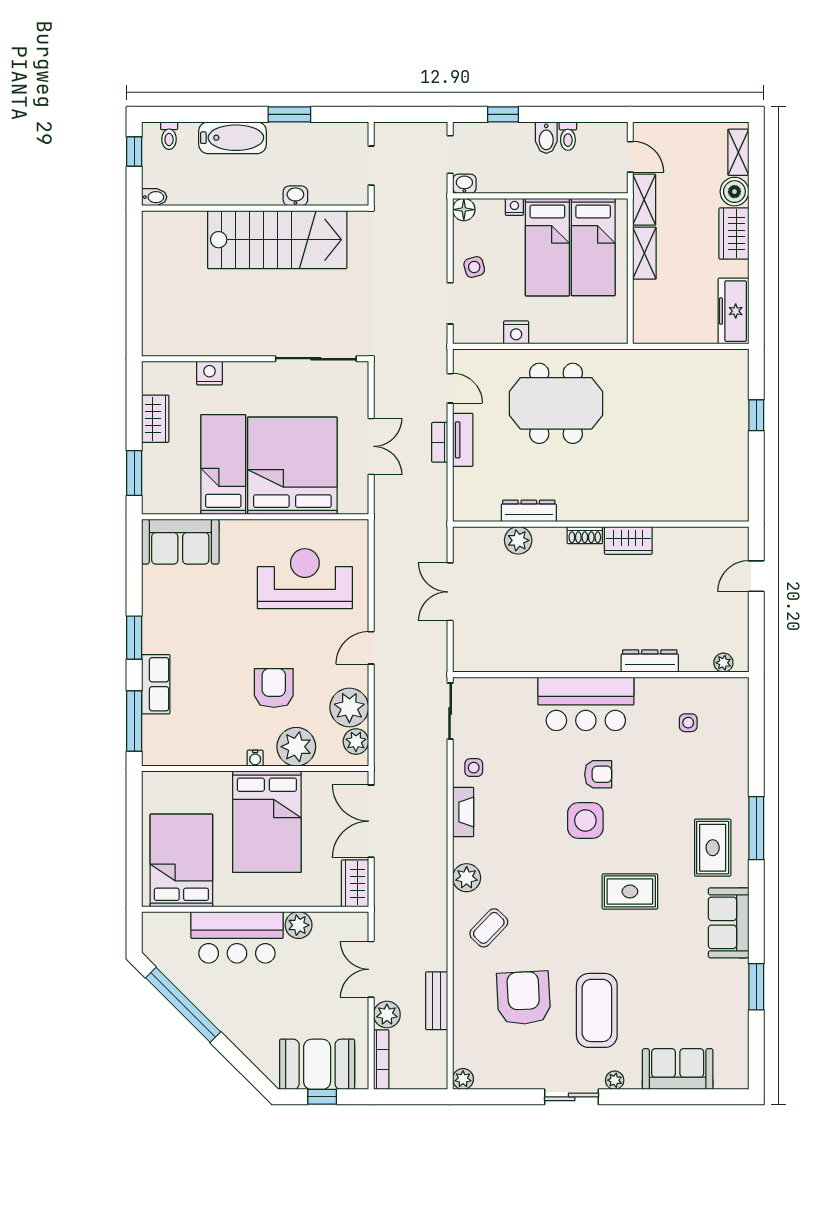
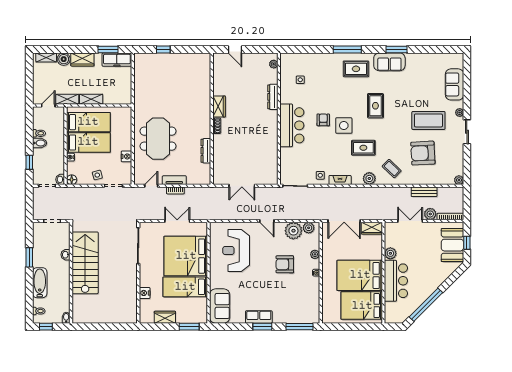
window: (756, 291) -> (108, 49), added
plant: (518, 540) -> (219, 155), removed
row of seats: (156, 684) -> (259, 317), moved
plant: (296, 747) -> (315, 254), width x0.53, depth x0.53
bed: (267, 822) -> (360, 275), moved, turned 180
rug: (535, 864) -> (363, 148), added
double door: (371, 969) -> (410, 221), swing flipped
window: (756, 987) -> (397, 49), moved

